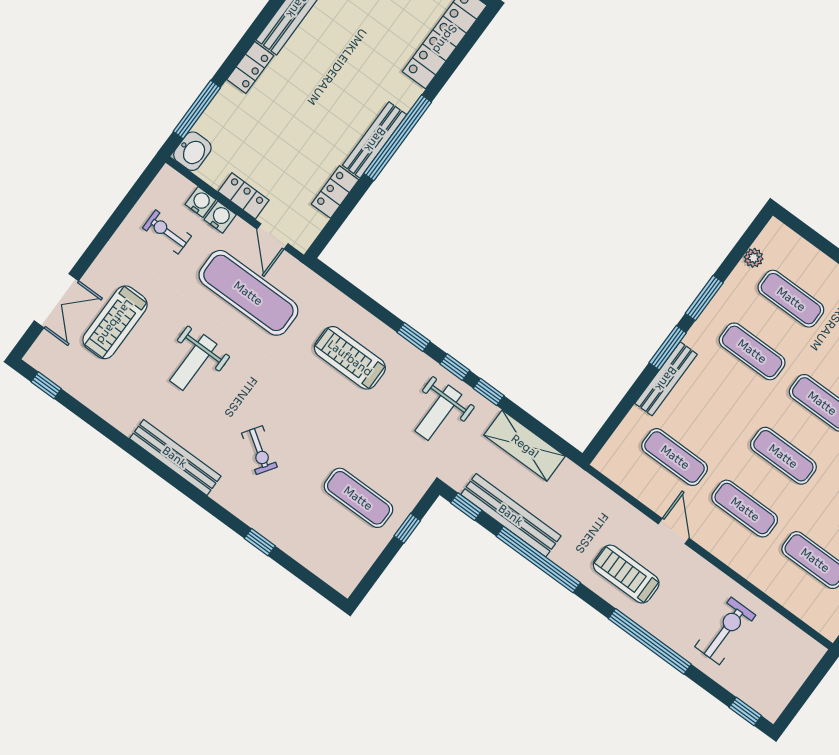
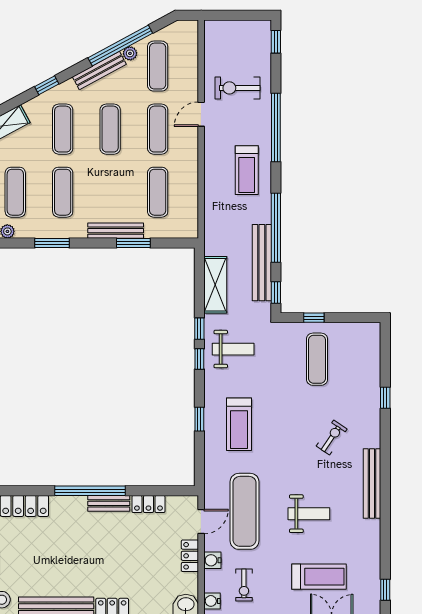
bench: (375, 140) -> (109, 503), width x0.73
water cooler: (201, 202) -> (212, 601), moved
window: (414, 337) -> (199, 419), moved
window: (668, 348) -> (133, 243), moved
door: (674, 531) -> (201, 114), moved

